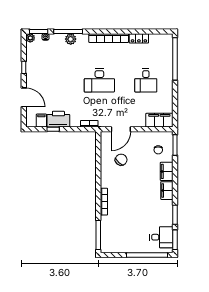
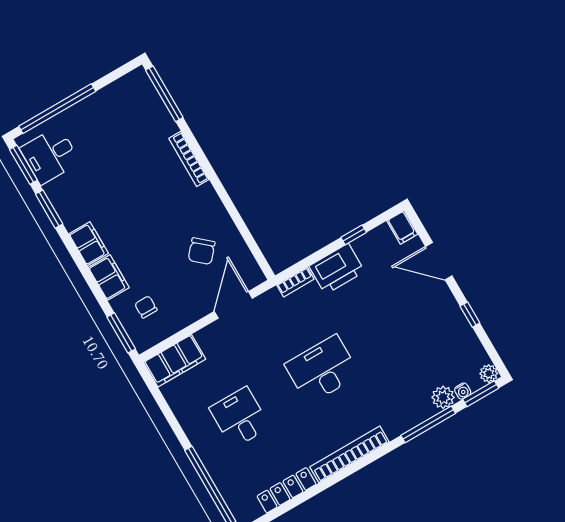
locker: (139, 38) -> (286, 490), width x1.53
plant: (71, 39) -> (443, 397), moved
printer: (58, 119) -> (337, 269), moved
filing cabinet: (41, 121) -> (402, 227), moved

